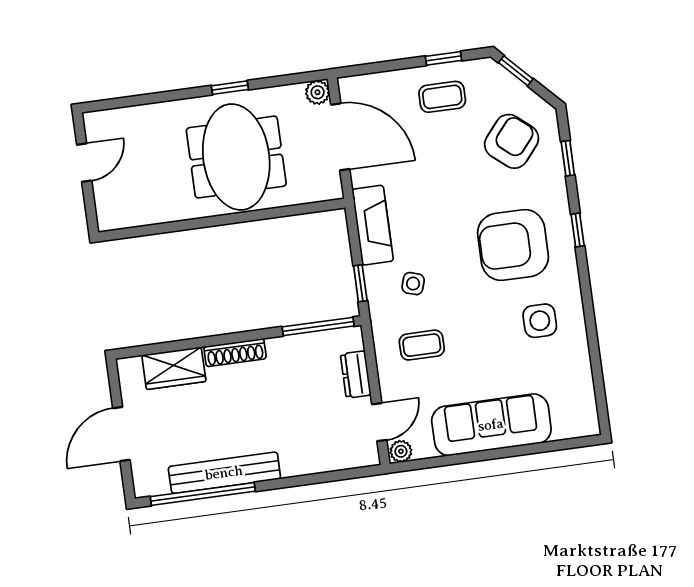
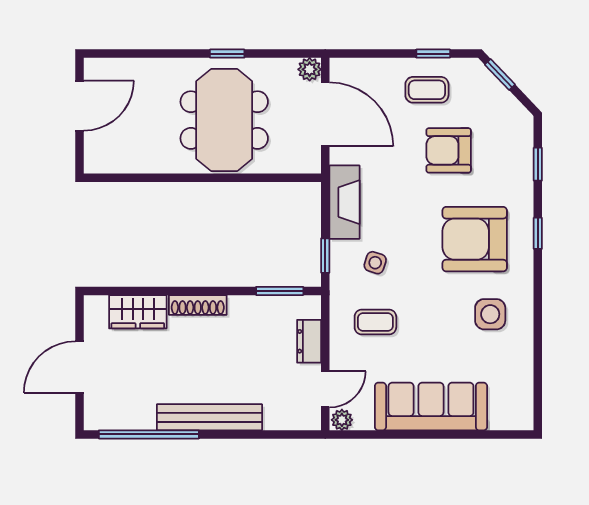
armchair: (512, 141) -> (449, 150), moved, turned -130
door: (84, 163) -> (80, 106), width x1.38
window: (318, 326) -> (280, 291), width x0.69
bench: (224, 473) -> (209, 417), moved

